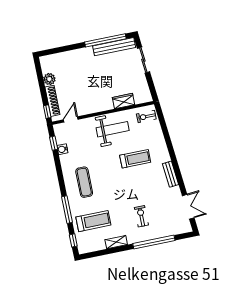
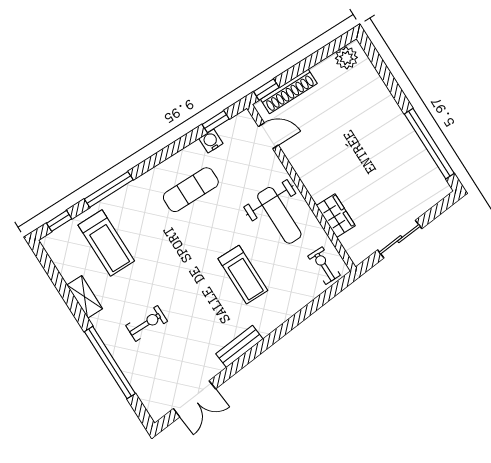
bench: (114, 47) -> (424, 163), removed
sliding door: (143, 60) -> (400, 239), moved
plant: (49, 79) -> (346, 58), moved
exercise mat: (84, 182) -> (191, 190), moved

